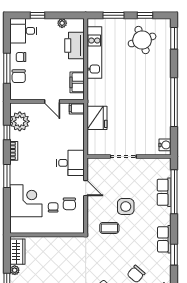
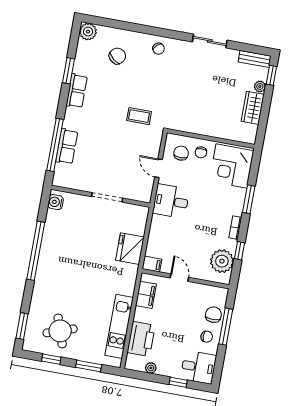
side table: (126, 207) -> (115, 138), removed
wall: (47, 235) -> (211, 139), moved

